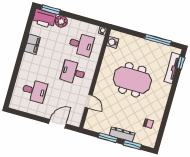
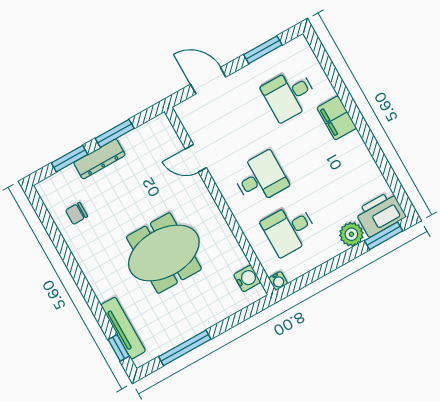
filing cabinet: (32, 44) -> (337, 118), moved
window: (28, 115) -> (263, 50), added
door: (57, 124) -> (208, 81), swing flipped

